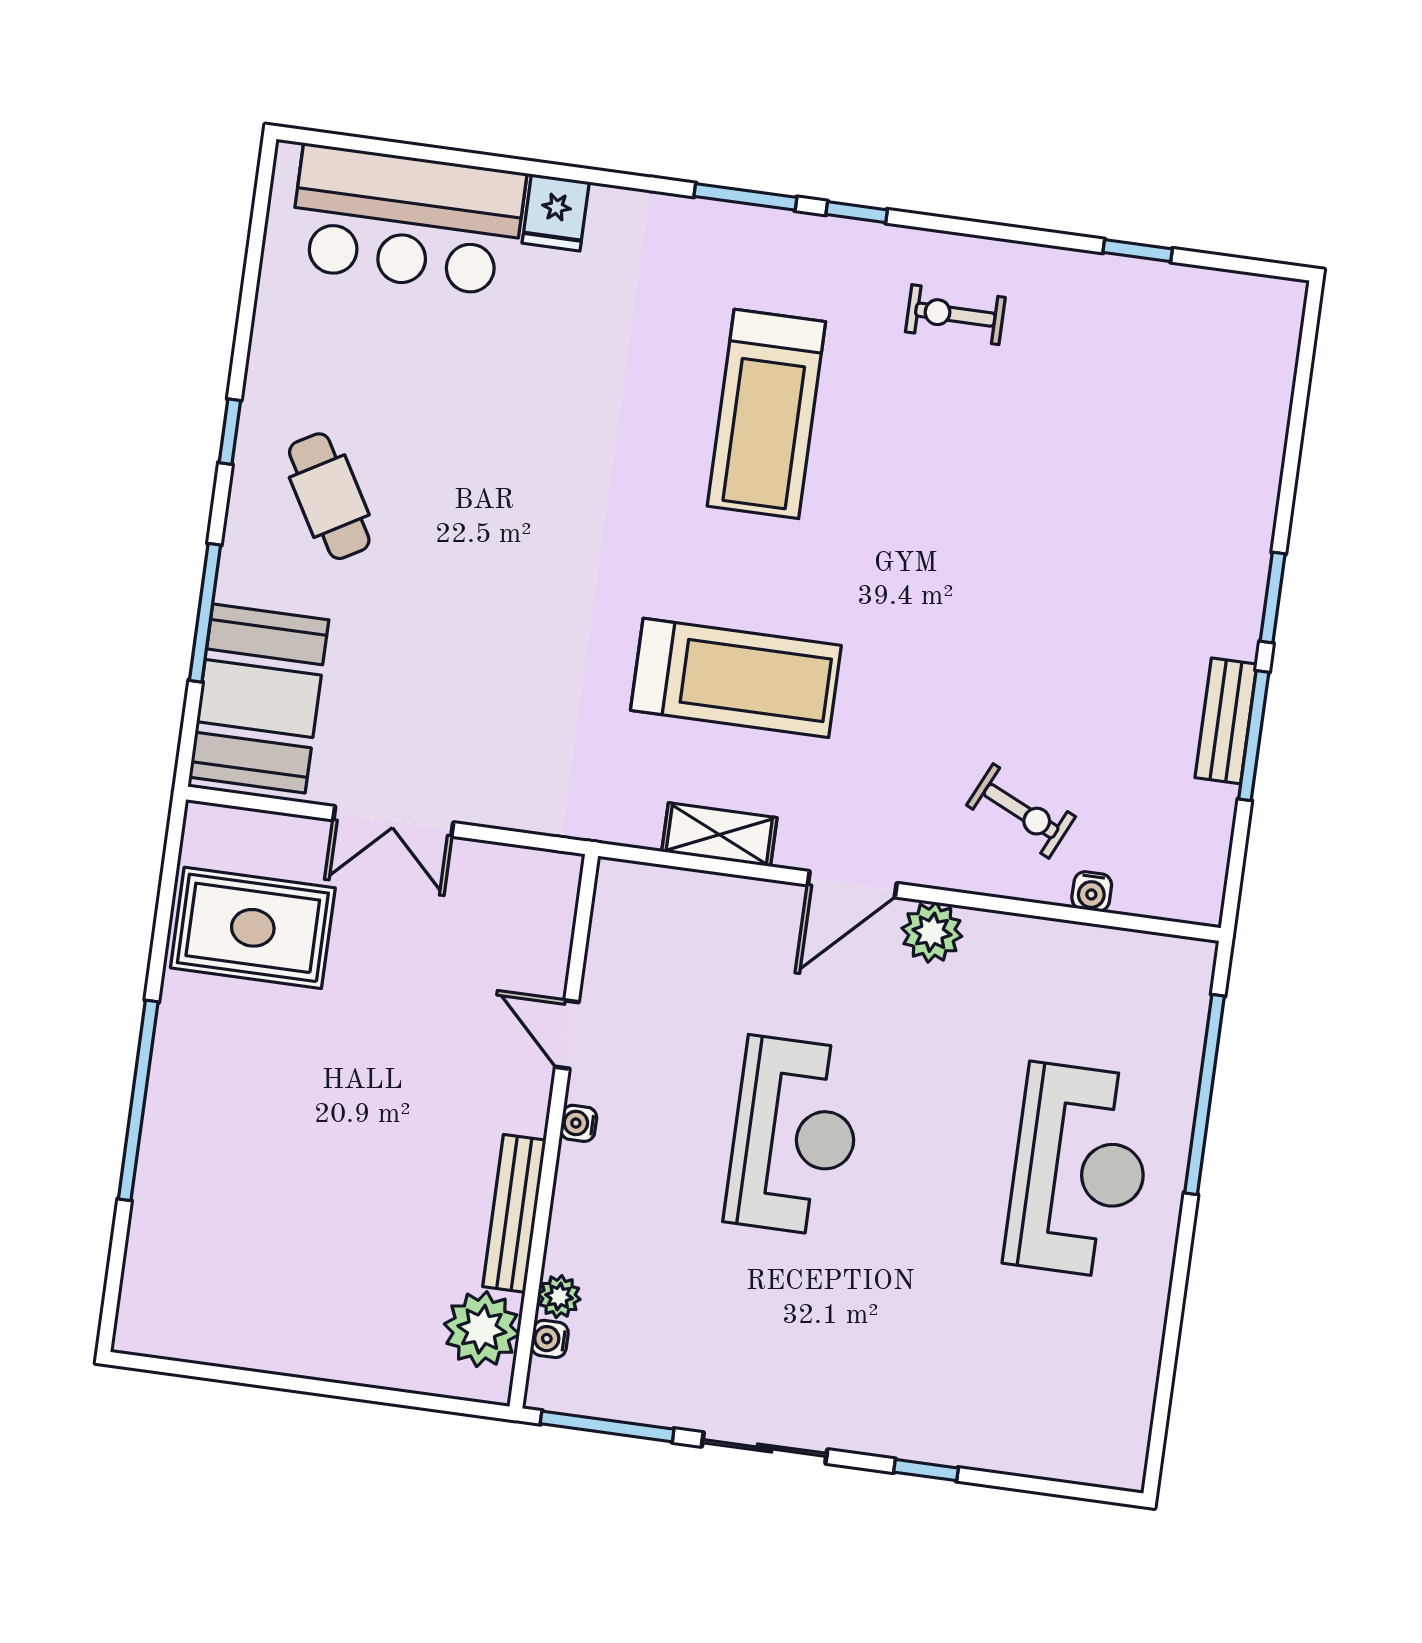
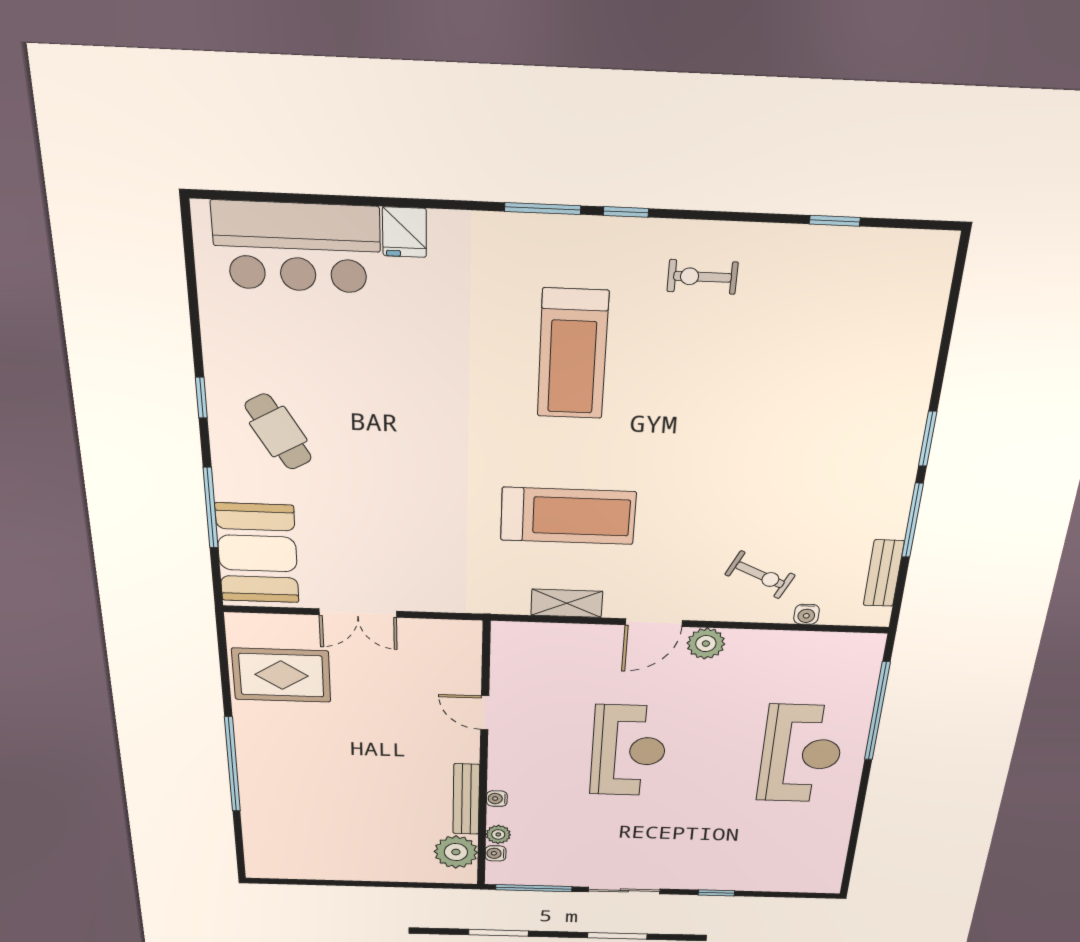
bench: (1226, 721) -> (884, 573), moved
water cooler: (579, 1123) -> (497, 799), moved

